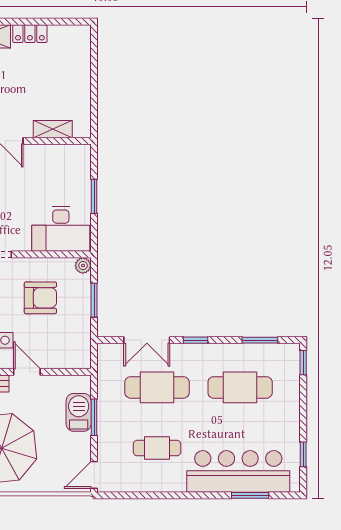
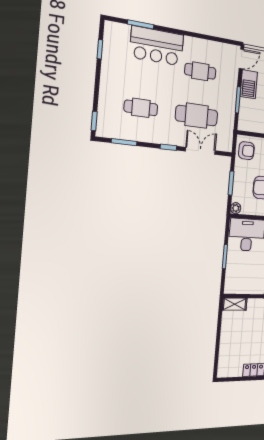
shelving: (53, 129) -> (235, 304), moved
armchair: (73, 348) -> (246, 151), added
cafe table: (240, 387) -> (141, 108), width x0.73, depth x0.74
barbecue: (79, 412) -> (249, 84), moved
bar counter: (238, 471) -> (157, 46), width x0.73

